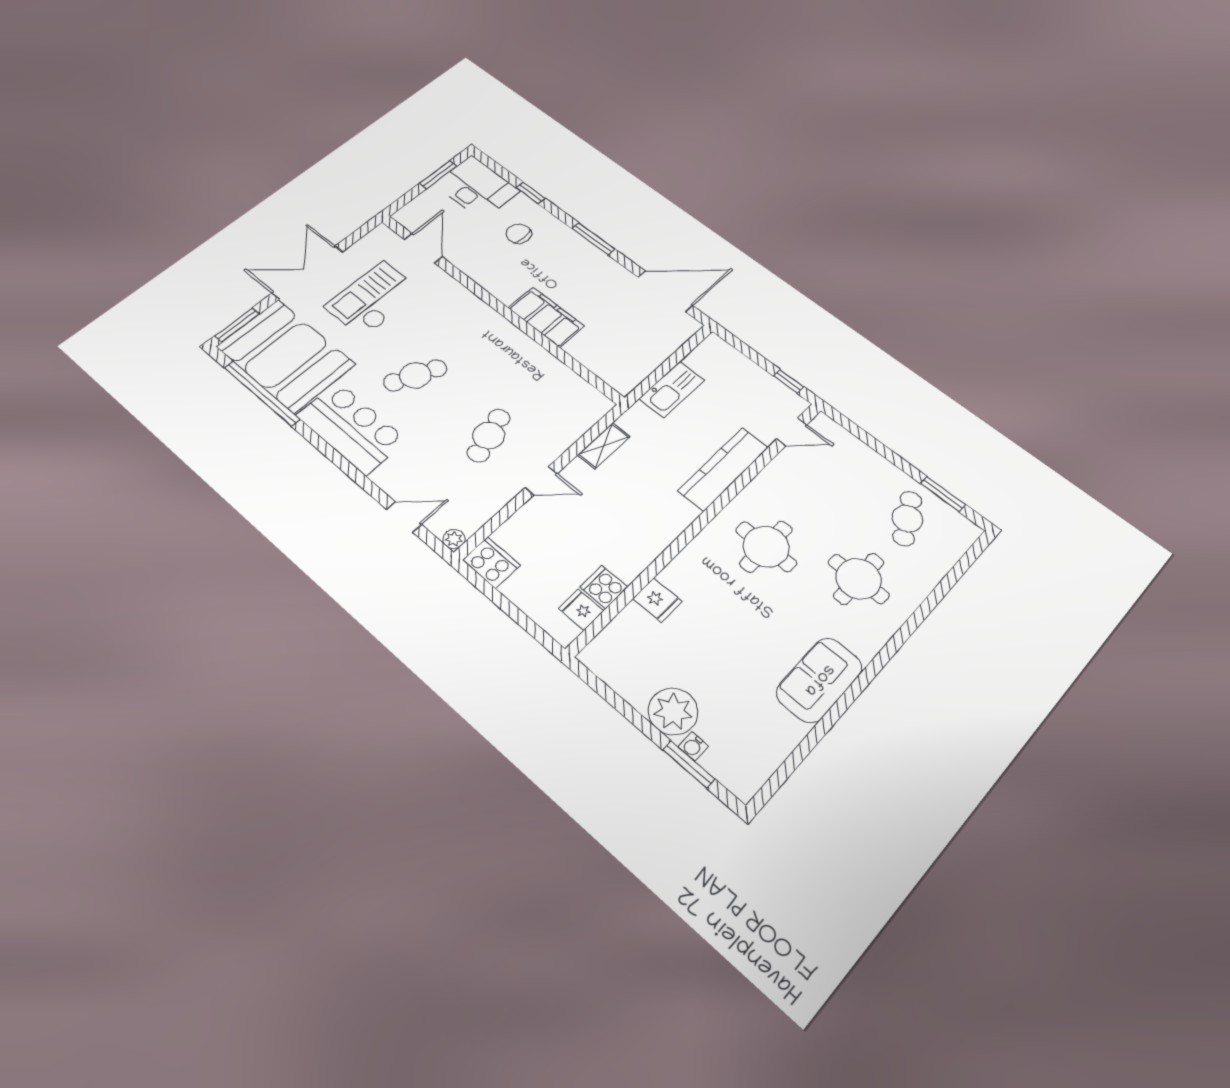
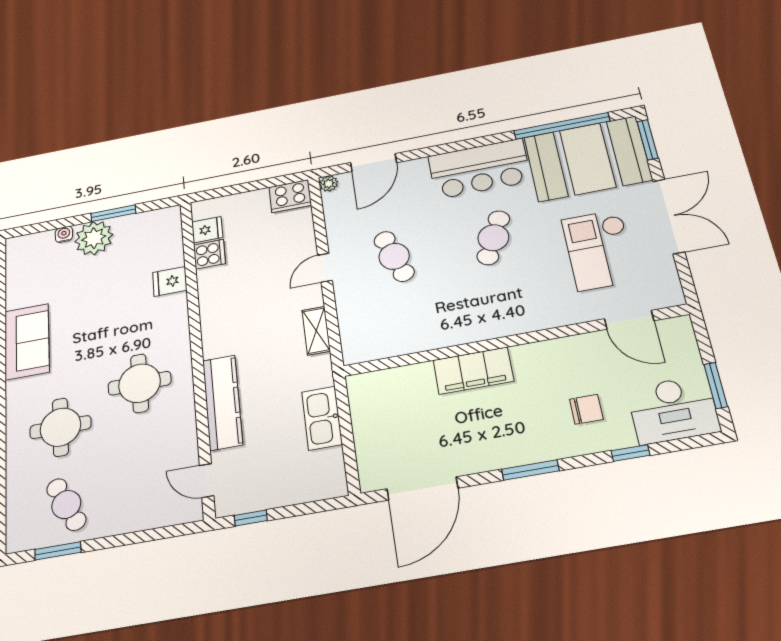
checkout: (373, 299) -> (599, 250), turned 180
door: (792, 432) -> (207, 481), hinge flipped
door: (404, 517) -> (373, 163), width x1.38
window: (689, 764) -> (113, 213), moved

